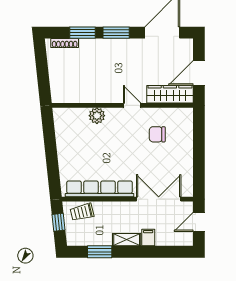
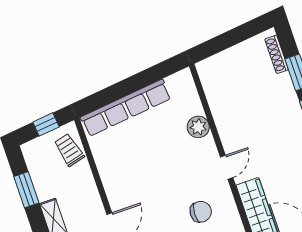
chair: (157, 134) -> (201, 212), turned 92
row of seats: (100, 189) -> (126, 108), moved, turned 84

